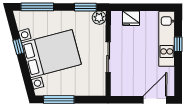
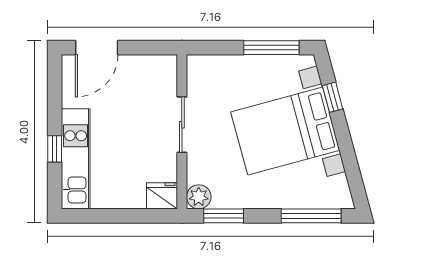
fridge: (131, 18) -> (162, 196), moved
window: (18, 47) -> (333, 97), moved

